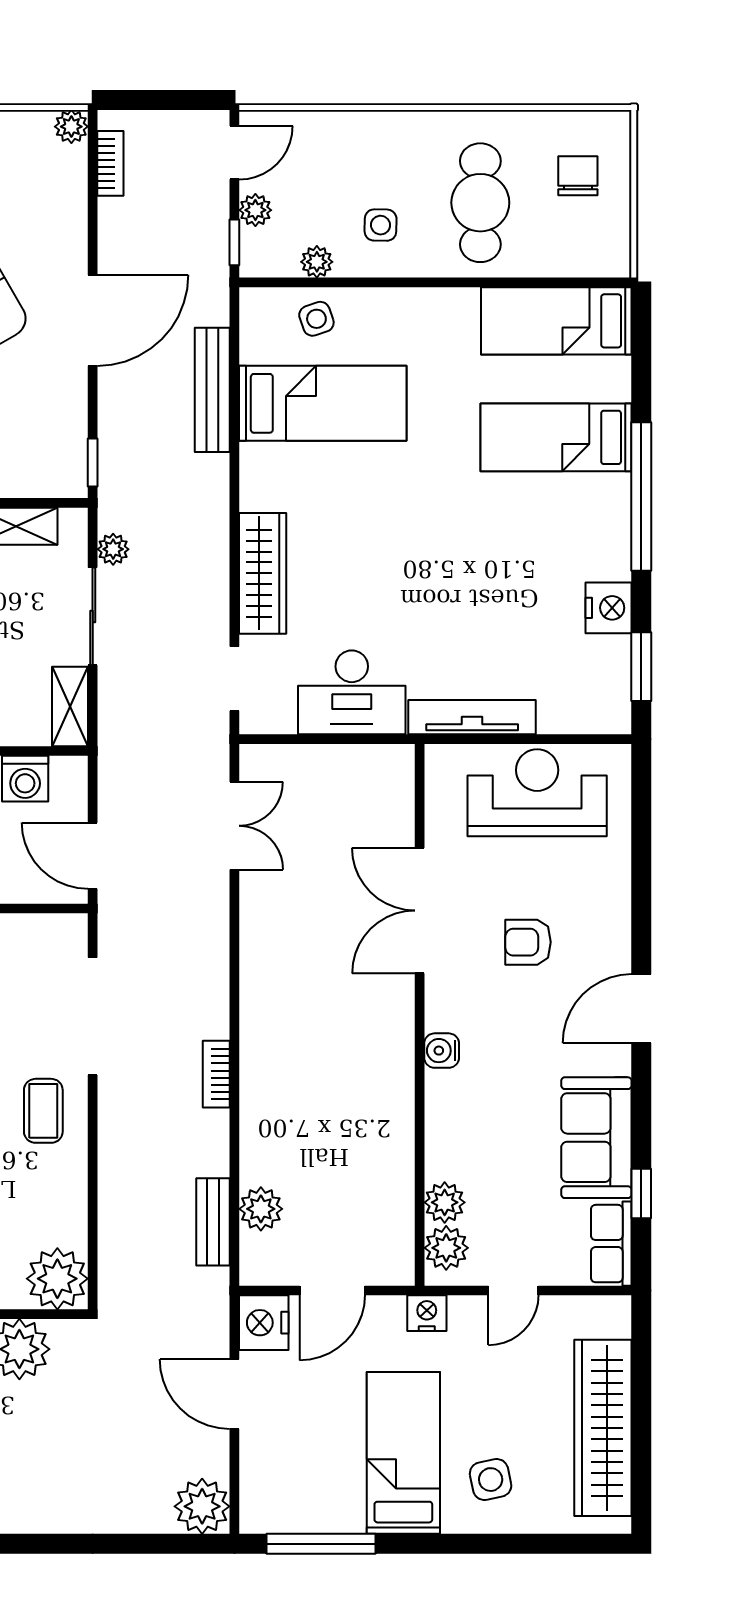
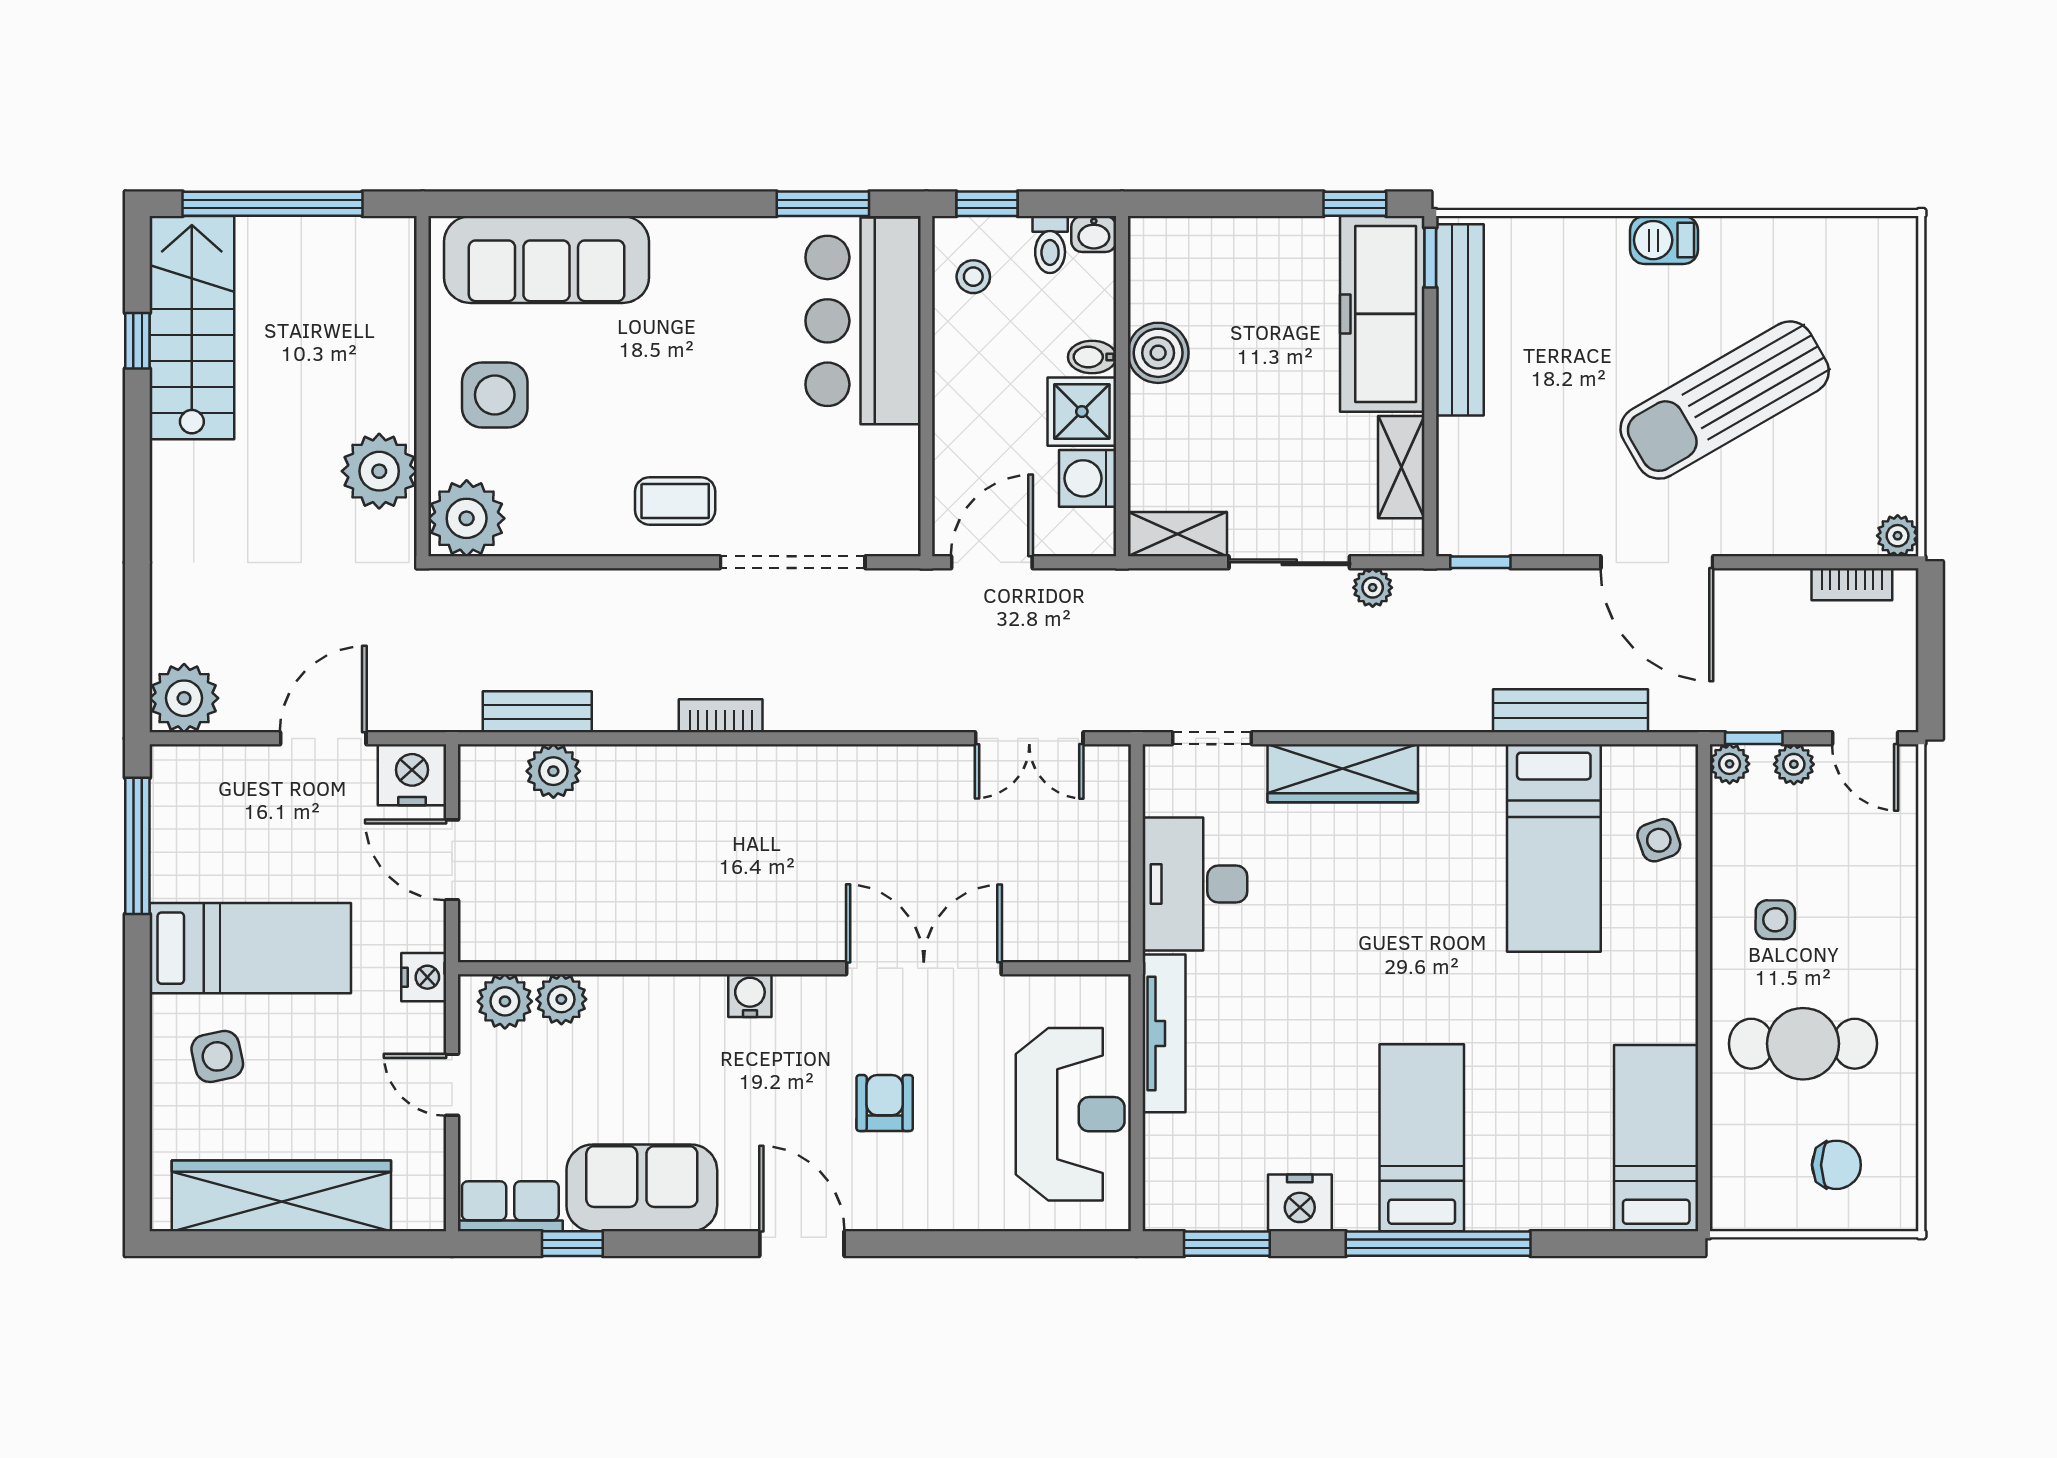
plant: (317, 262) -> (1730, 764), moved
bed: (556, 437) -> (1422, 1138), moved

